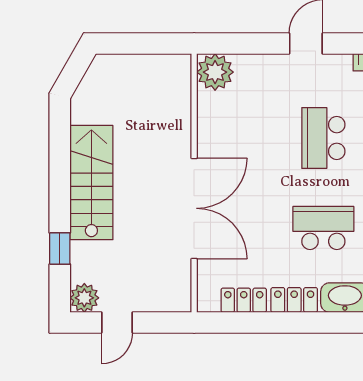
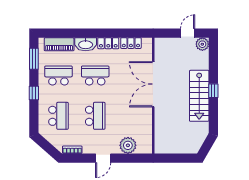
plant: (215, 72) -> (128, 145), moved
school desk: (323, 228) -> (95, 75), turned 180
window: (60, 249) -> (213, 91), moved

